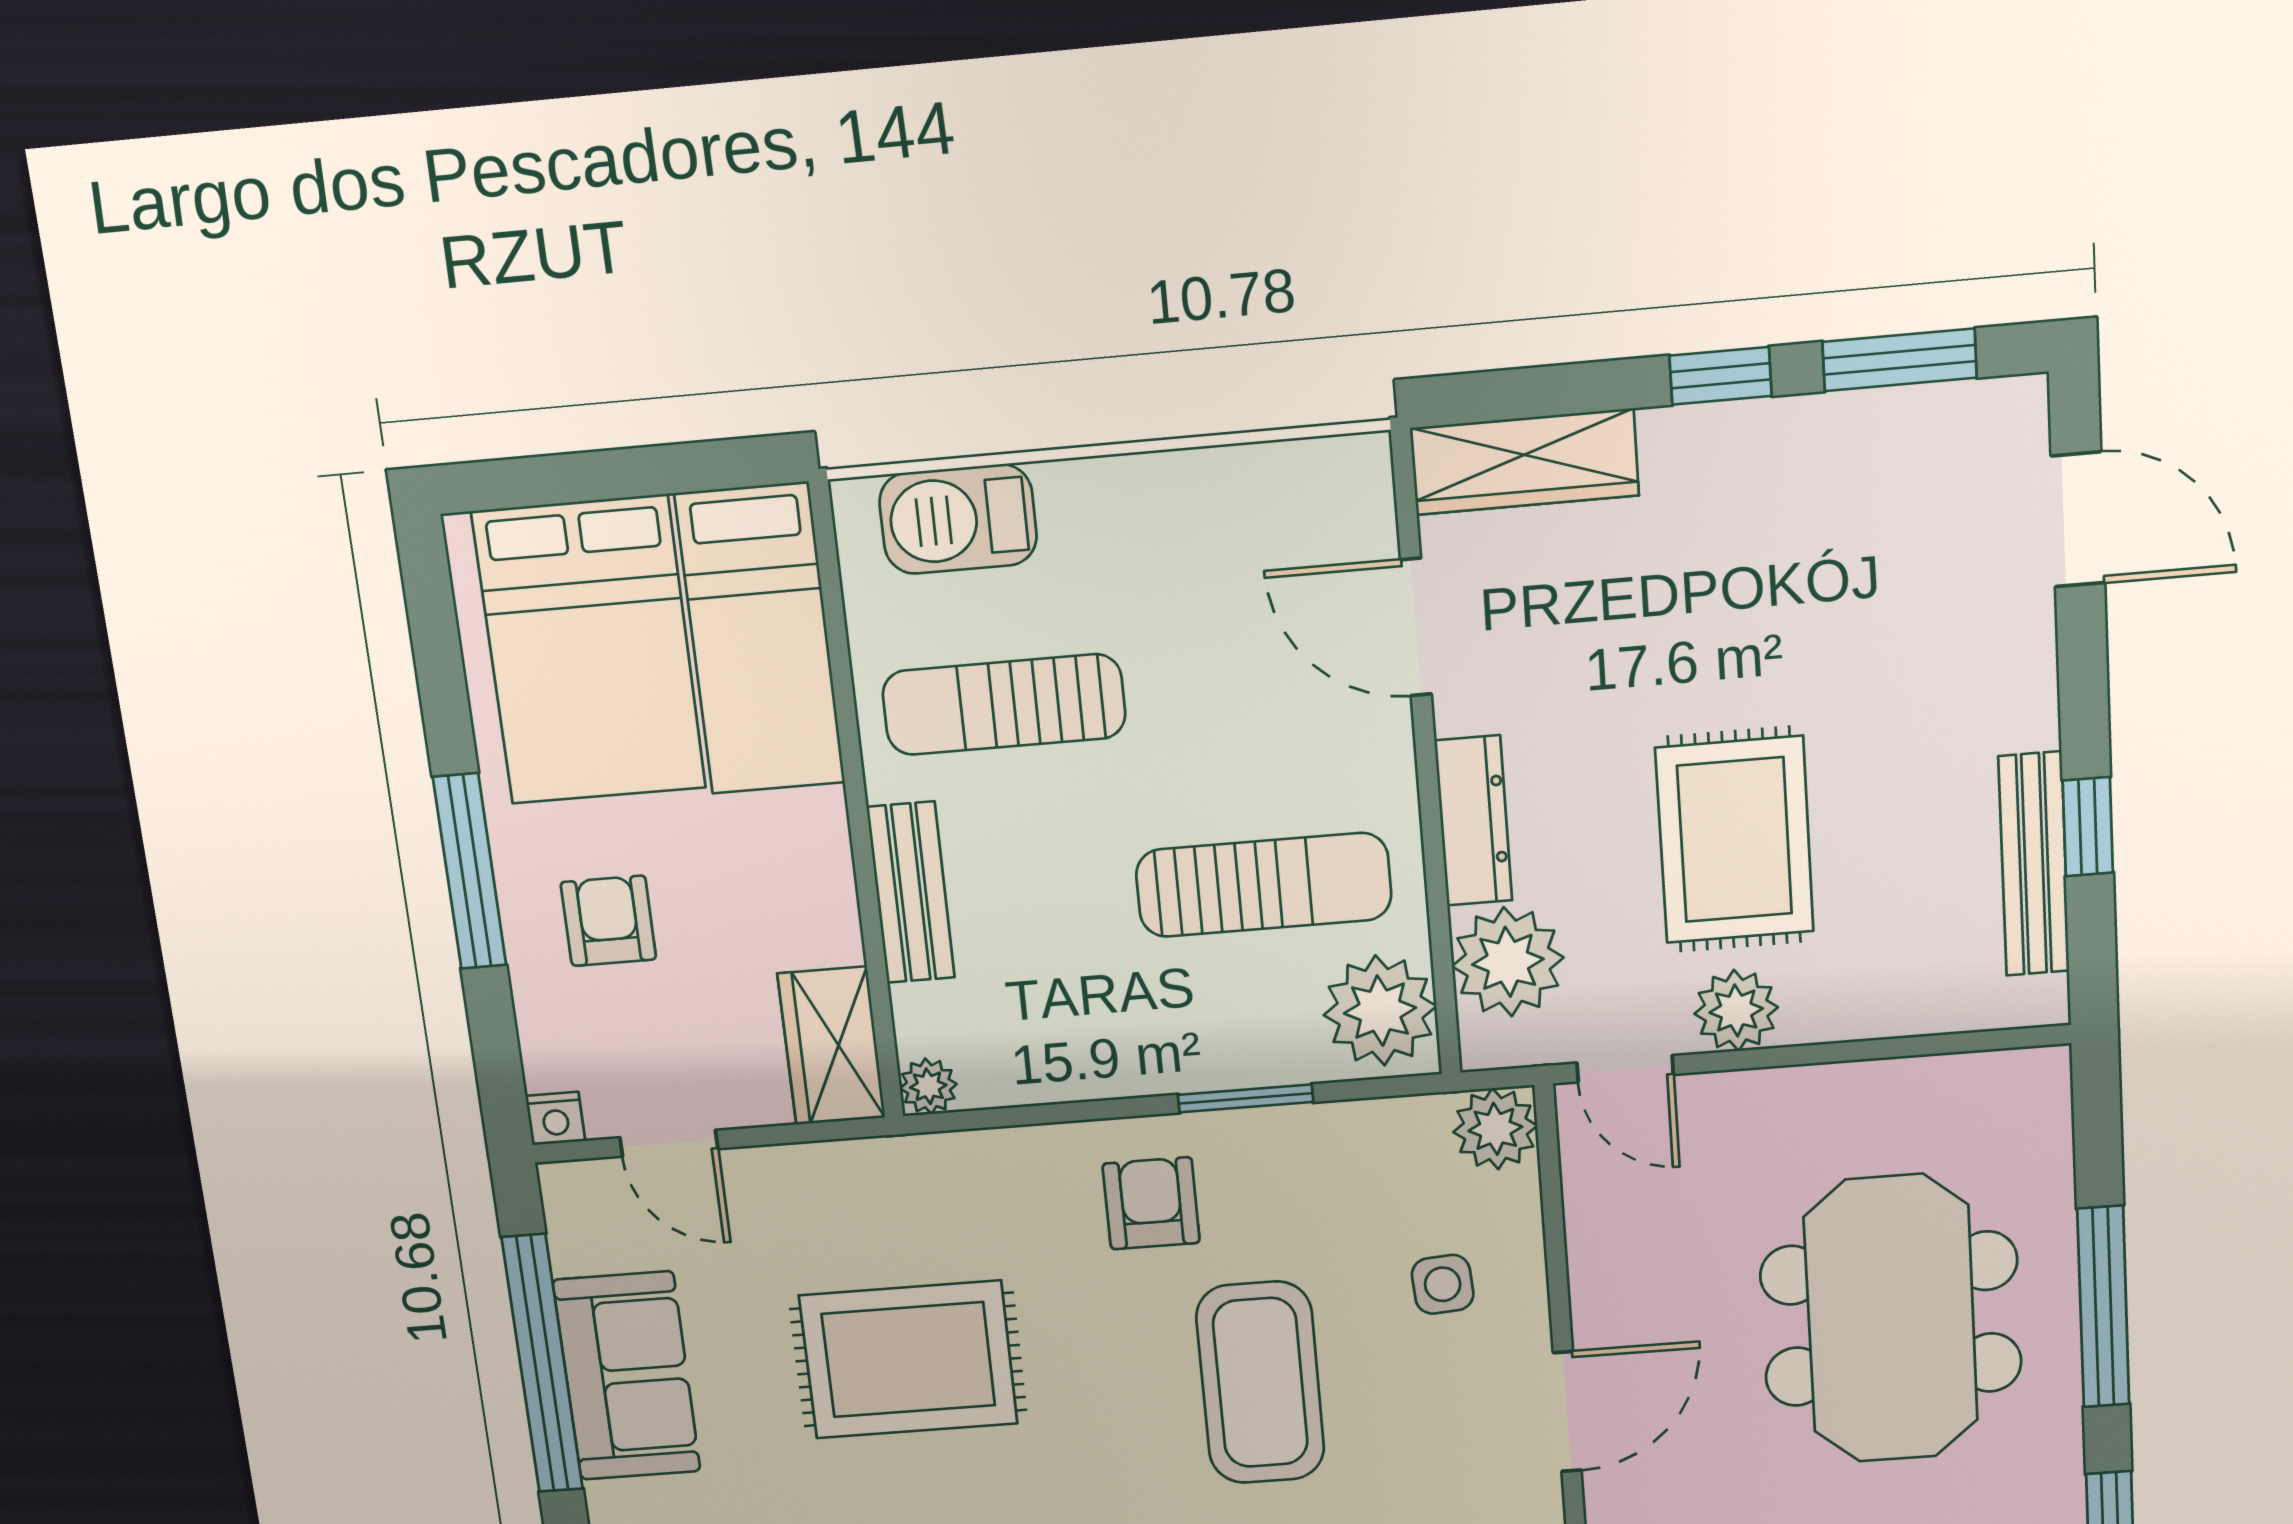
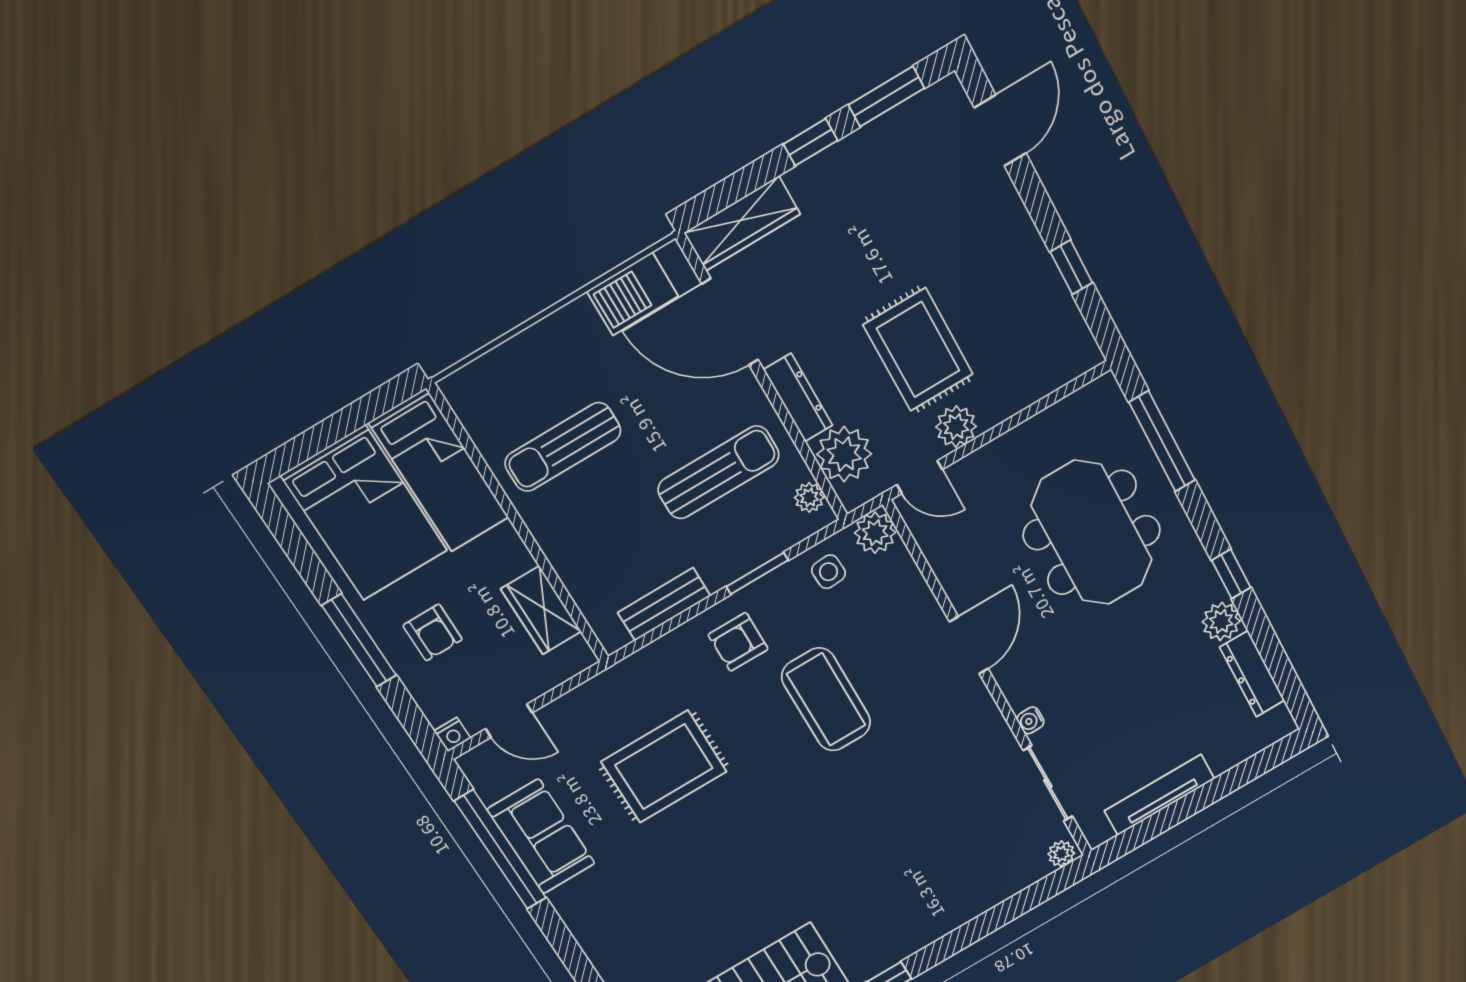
barbecue: (958, 519) -> (632, 294), moved
door: (2078, 519) -> (1000, 130), hinge flipped
door: (1416, 627) -> (730, 322), width x1.36
bench: (2034, 864) -> (1056, 296), removed
bench: (911, 892) -> (664, 604), moved, turned 90
armchair: (608, 921) -> (433, 632), turned 180
plant: (1380, 1011) -> (809, 497), width x0.53, depth x0.53
wardrobe: (831, 1046) -> (541, 610), moved
plant: (928, 1086) -> (613, 638), removed
armchair: (1151, 1203) -> (738, 642), turned -90
side table: (1443, 1284) -> (828, 572), moved
window: (2103, 1307) -> (1162, 441), moved

